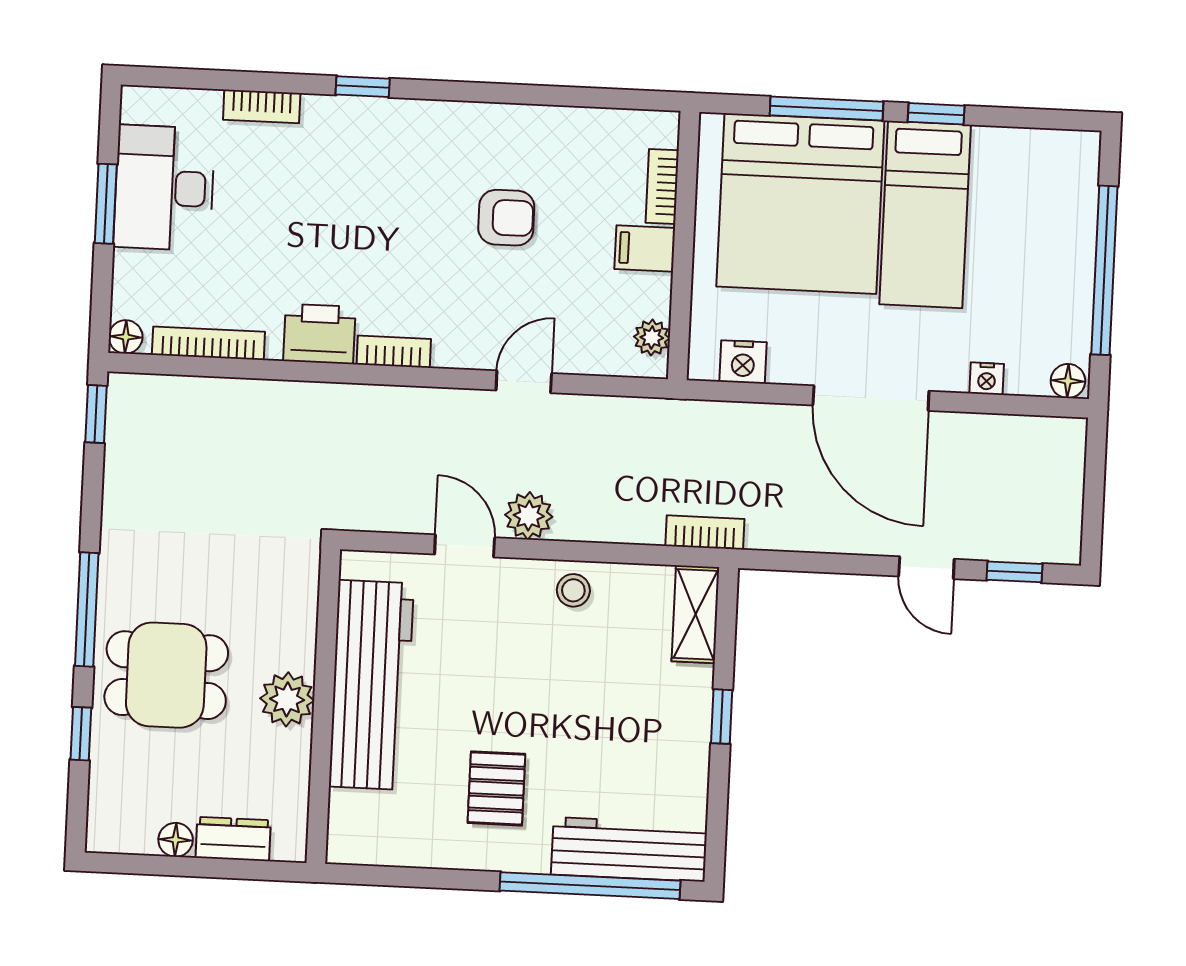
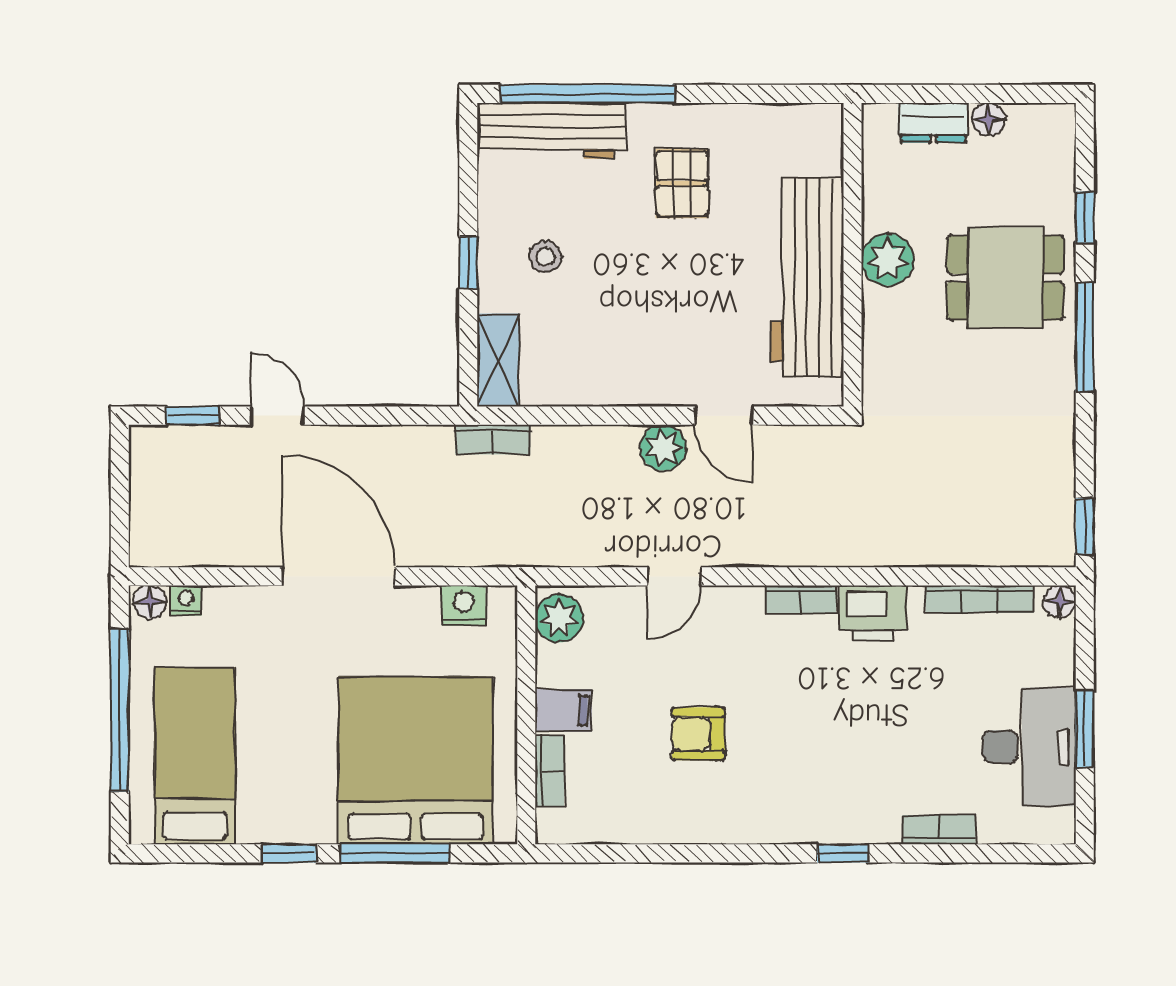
bed: (925, 214) -> (195, 756), moved
plant: (652, 338) -> (559, 618), width x1.38, depth x1.38
nightstand: (987, 379) -> (186, 600), moved
stool: (573, 590) -> (545, 257), moved

